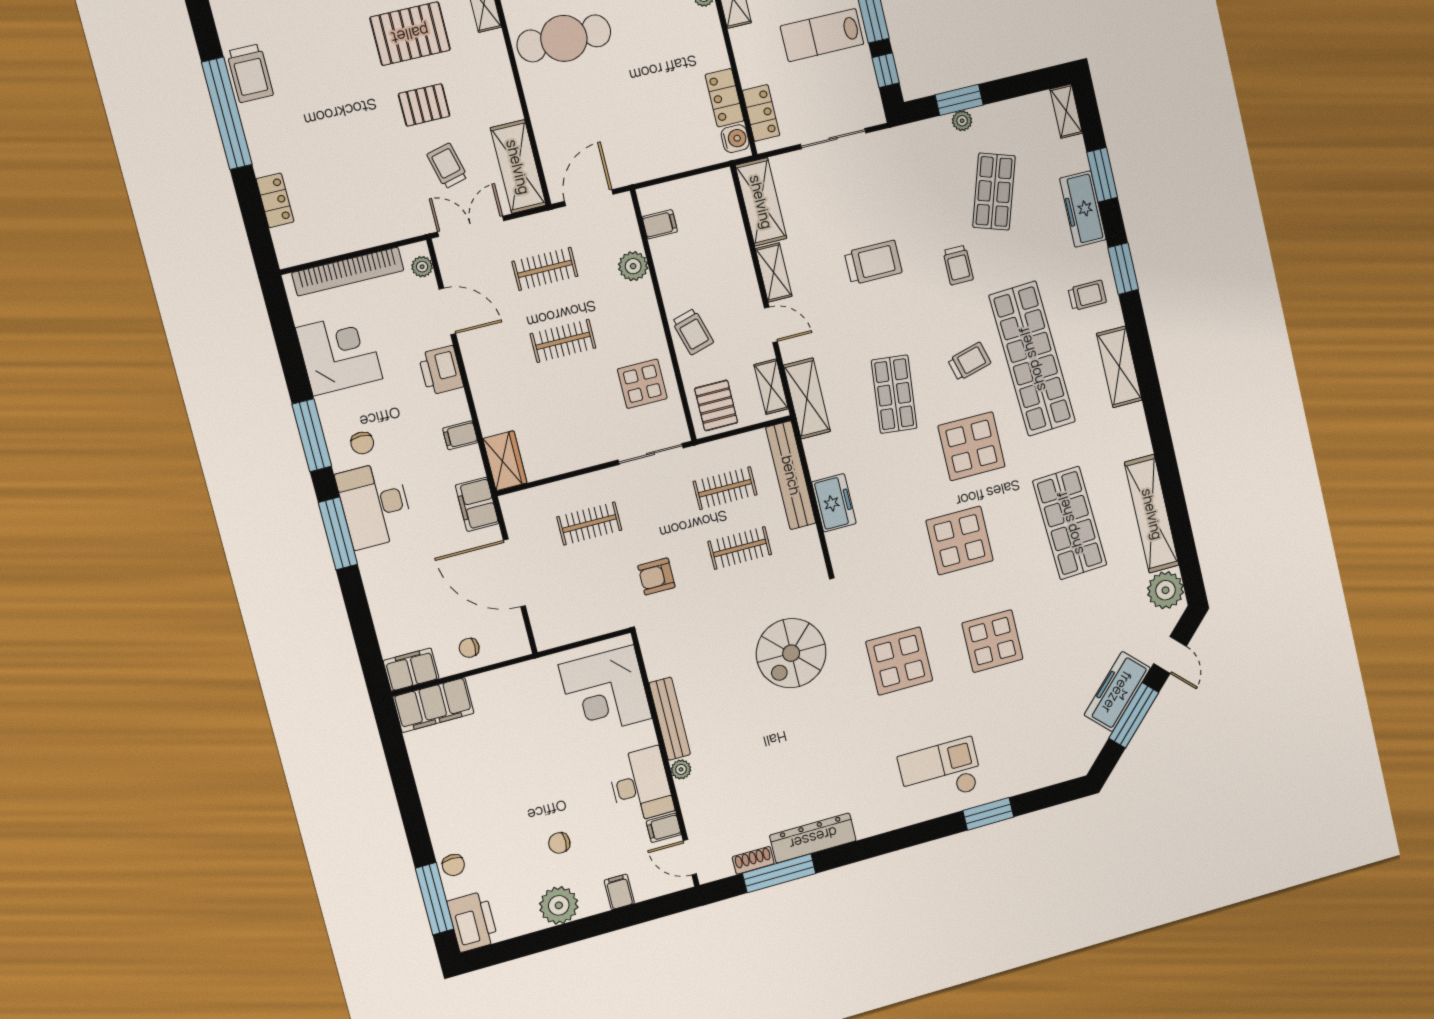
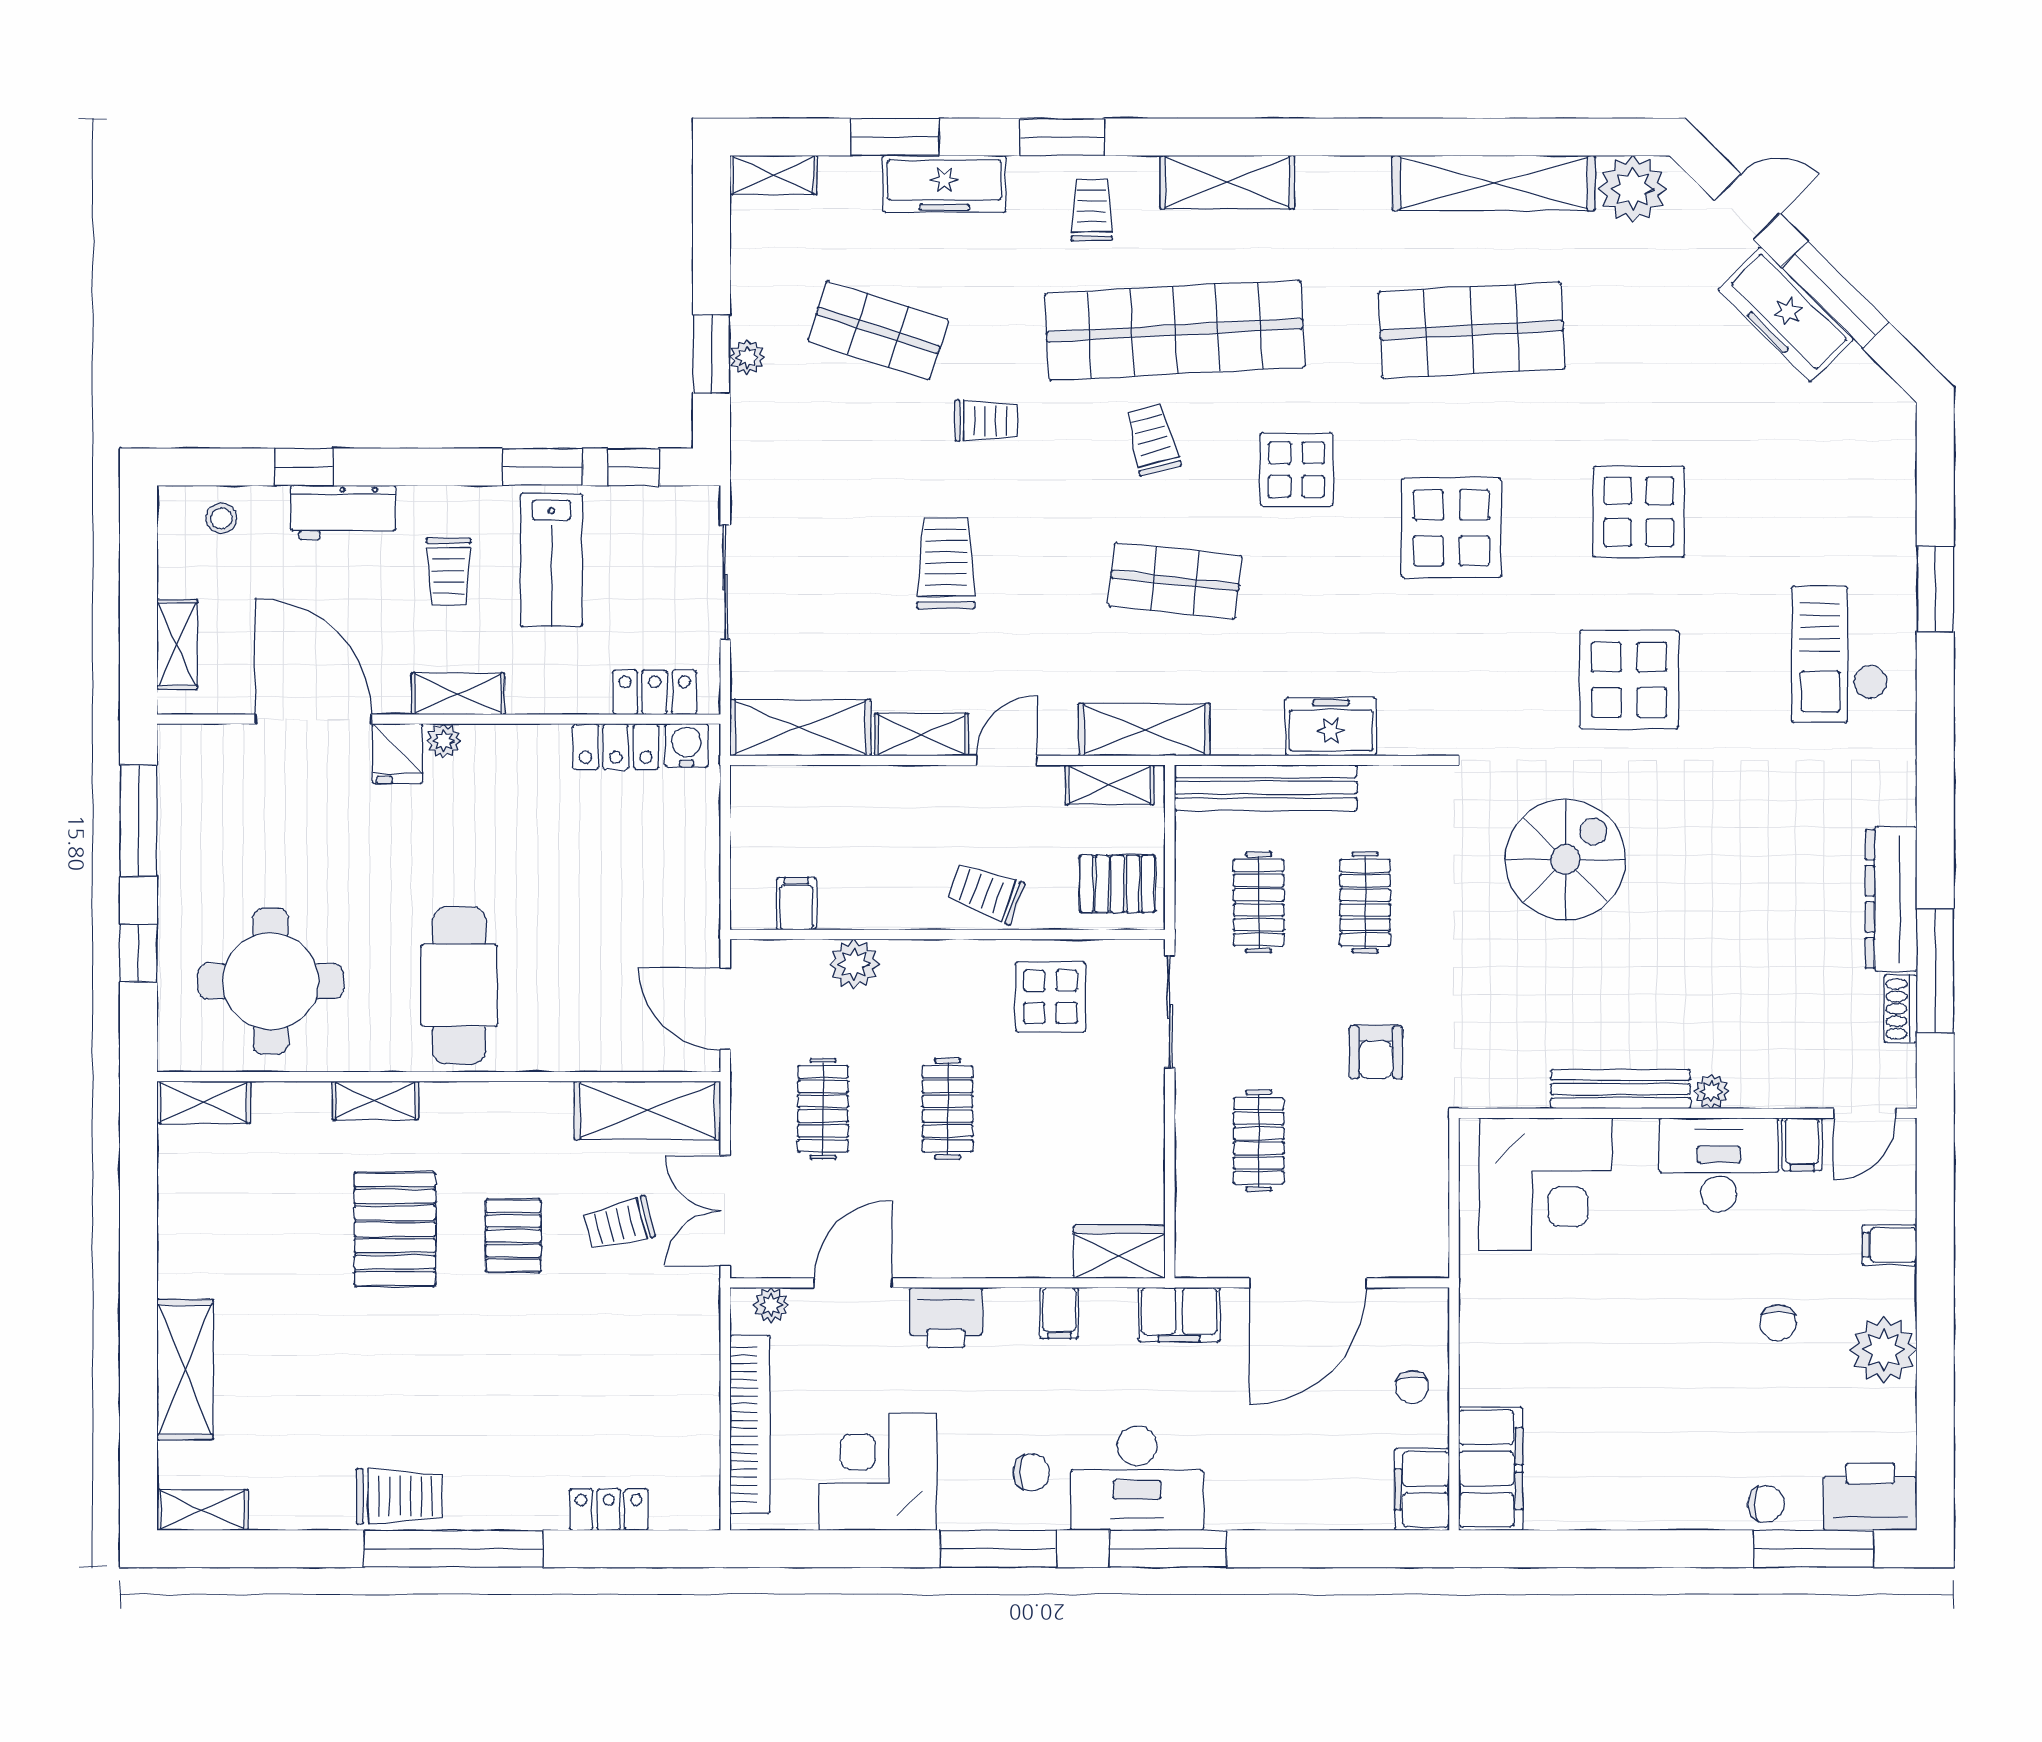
trolley: (693, 332) -> (986, 893), turned -144
display table: (971, 446) -> (1296, 470), width x0.73, depth x0.73
spiral stairs: (791, 653) -> (1565, 860), turned -90

